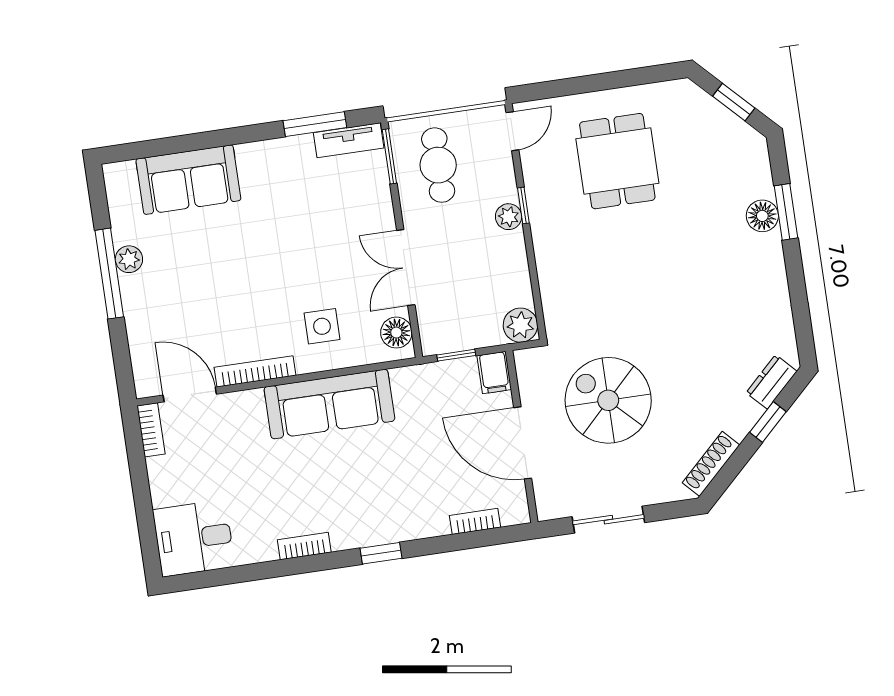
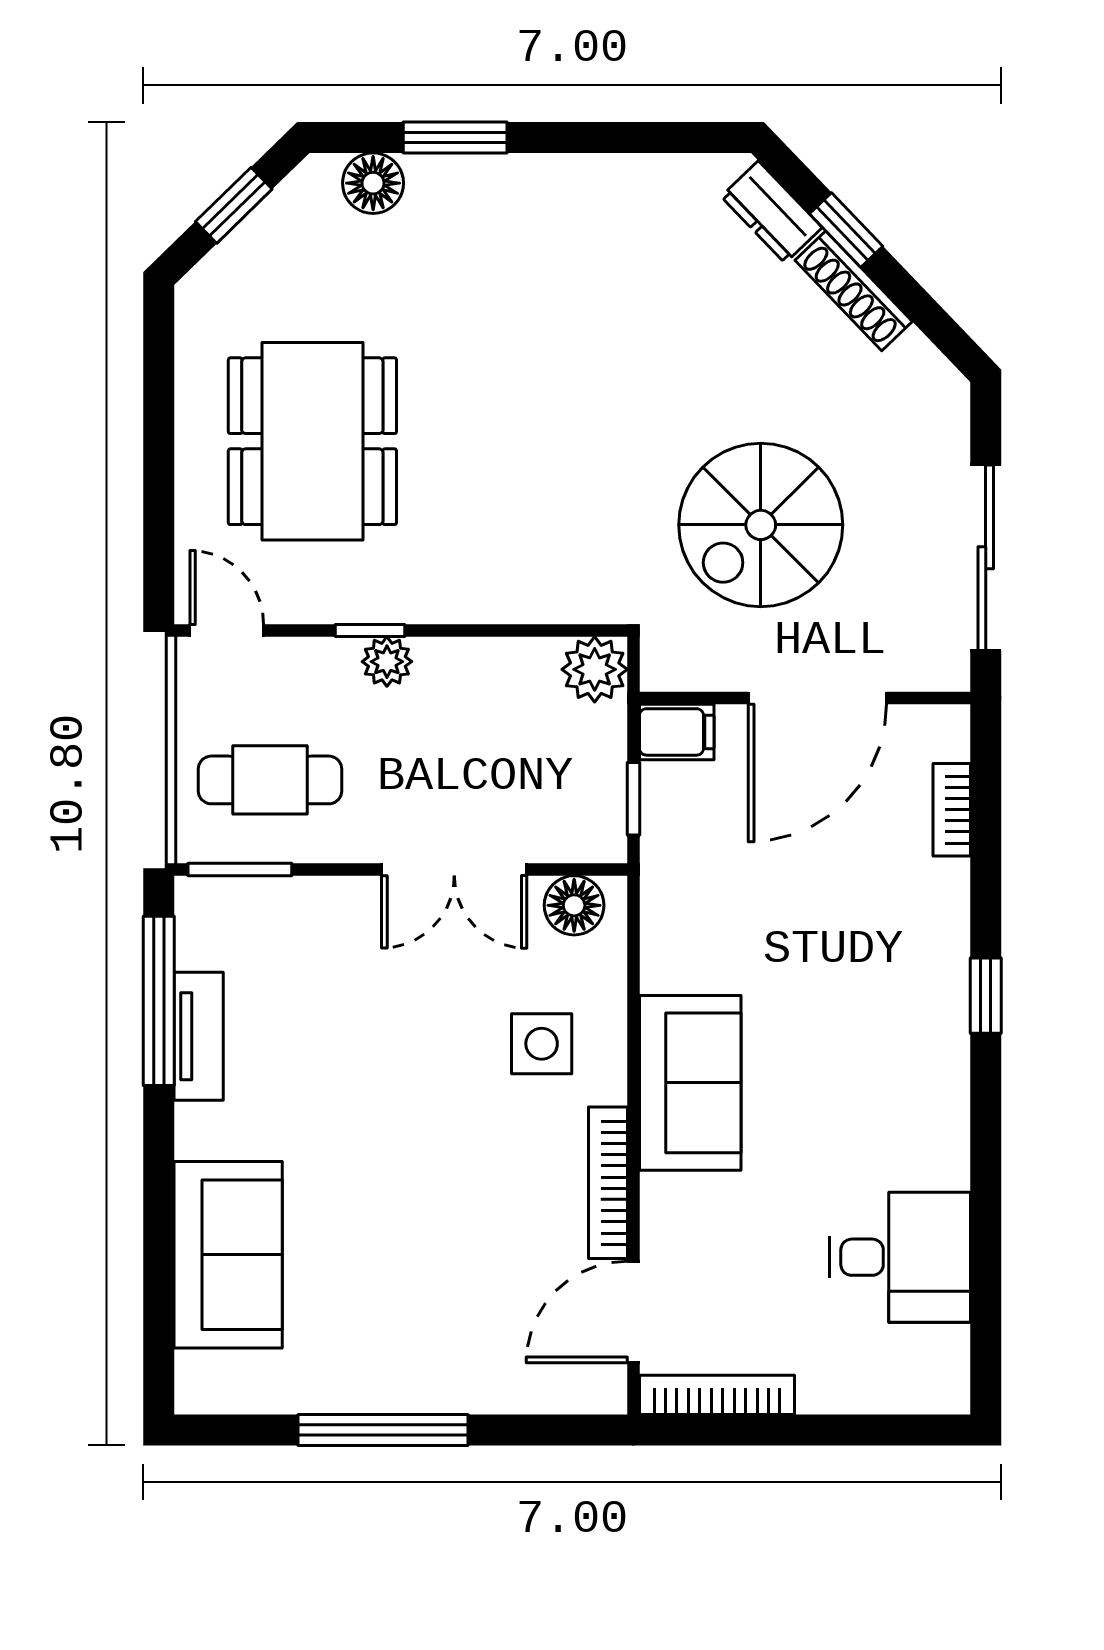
window: (315, 124) -> (159, 1001), width x1.44
tv unit: (349, 140) -> (199, 1036), moved
dining table: (617, 161) -> (312, 441), width x1.38
floor lamp: (762, 216) -> (373, 183), moved
plant: (129, 259) -> (361, 1389), removed
sofa: (329, 404) -> (690, 1083), width x0.73
bookcase: (151, 430) -> (717, 1395), width x1.56
shoe rack: (711, 464) -> (854, 291), moved
sliding door: (608, 520) -> (986, 558), width x1.37
desk: (194, 538) -> (900, 1257), moved, turned -90
bookcase: (304, 546) -> (951, 1138), removed

